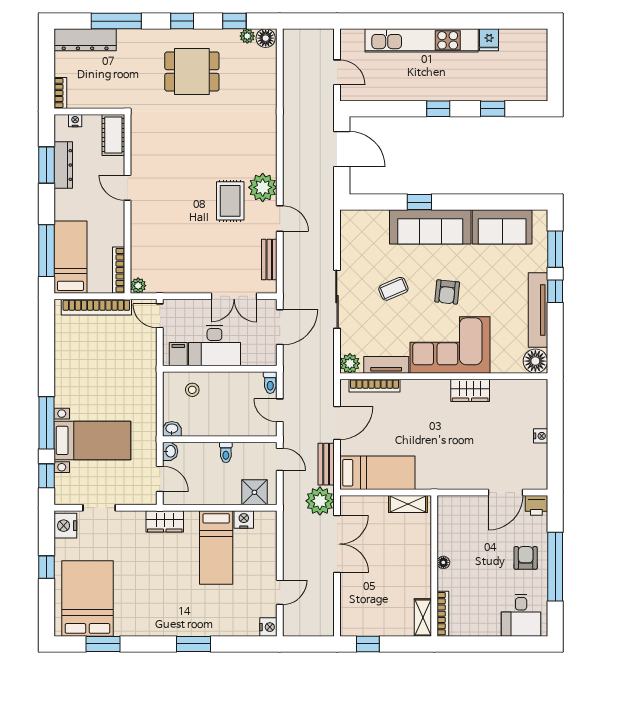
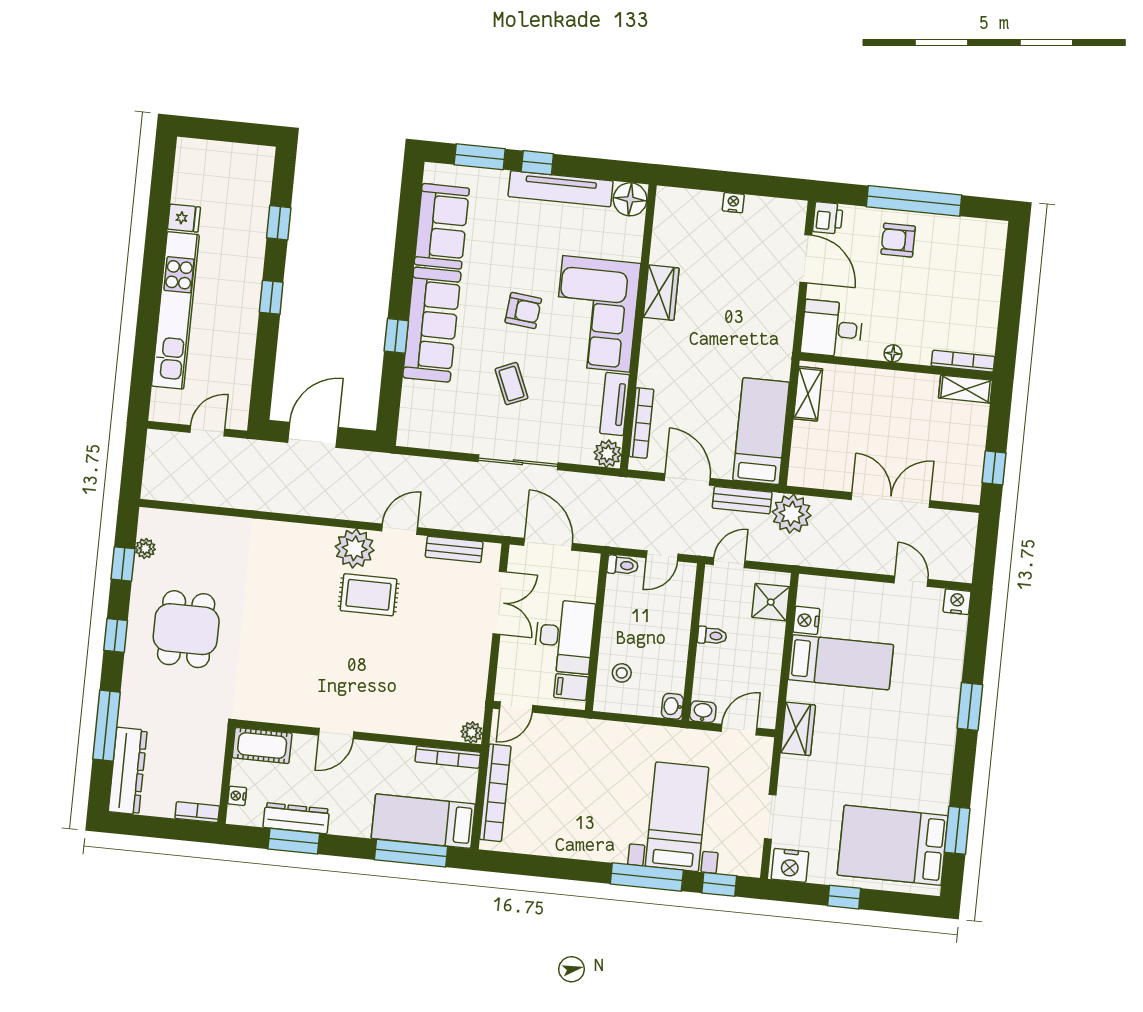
floor lamp: (266, 38) -> (151, 524), removed
double door: (337, 544) -> (891, 500), moved
desk: (521, 615) -> (832, 329), moved, turned 180

